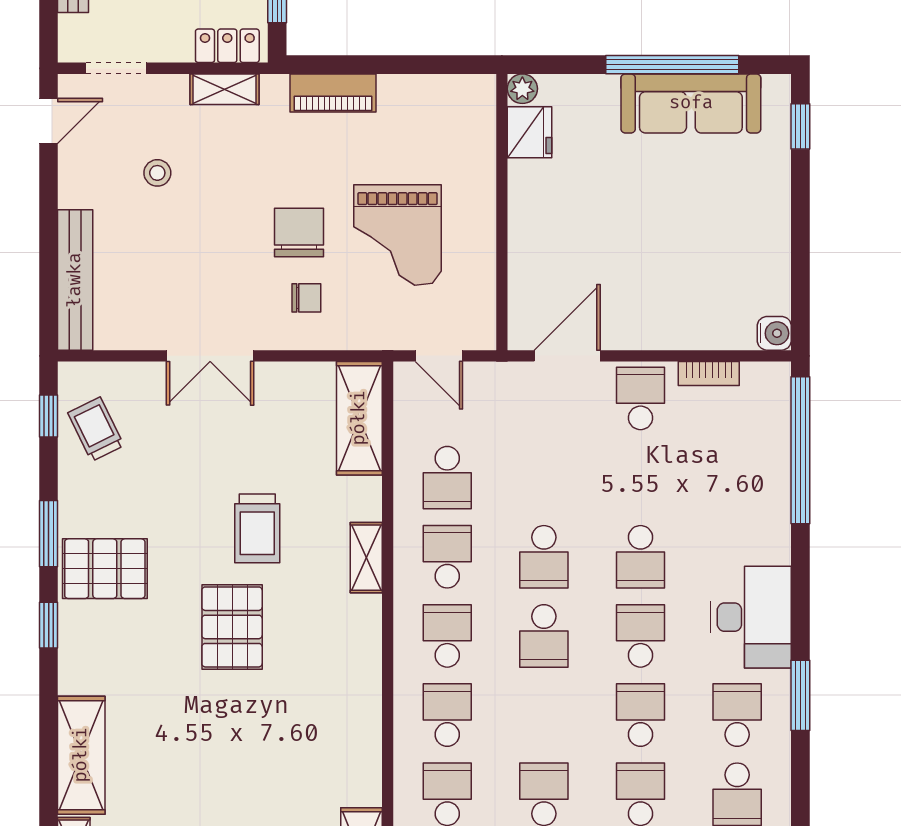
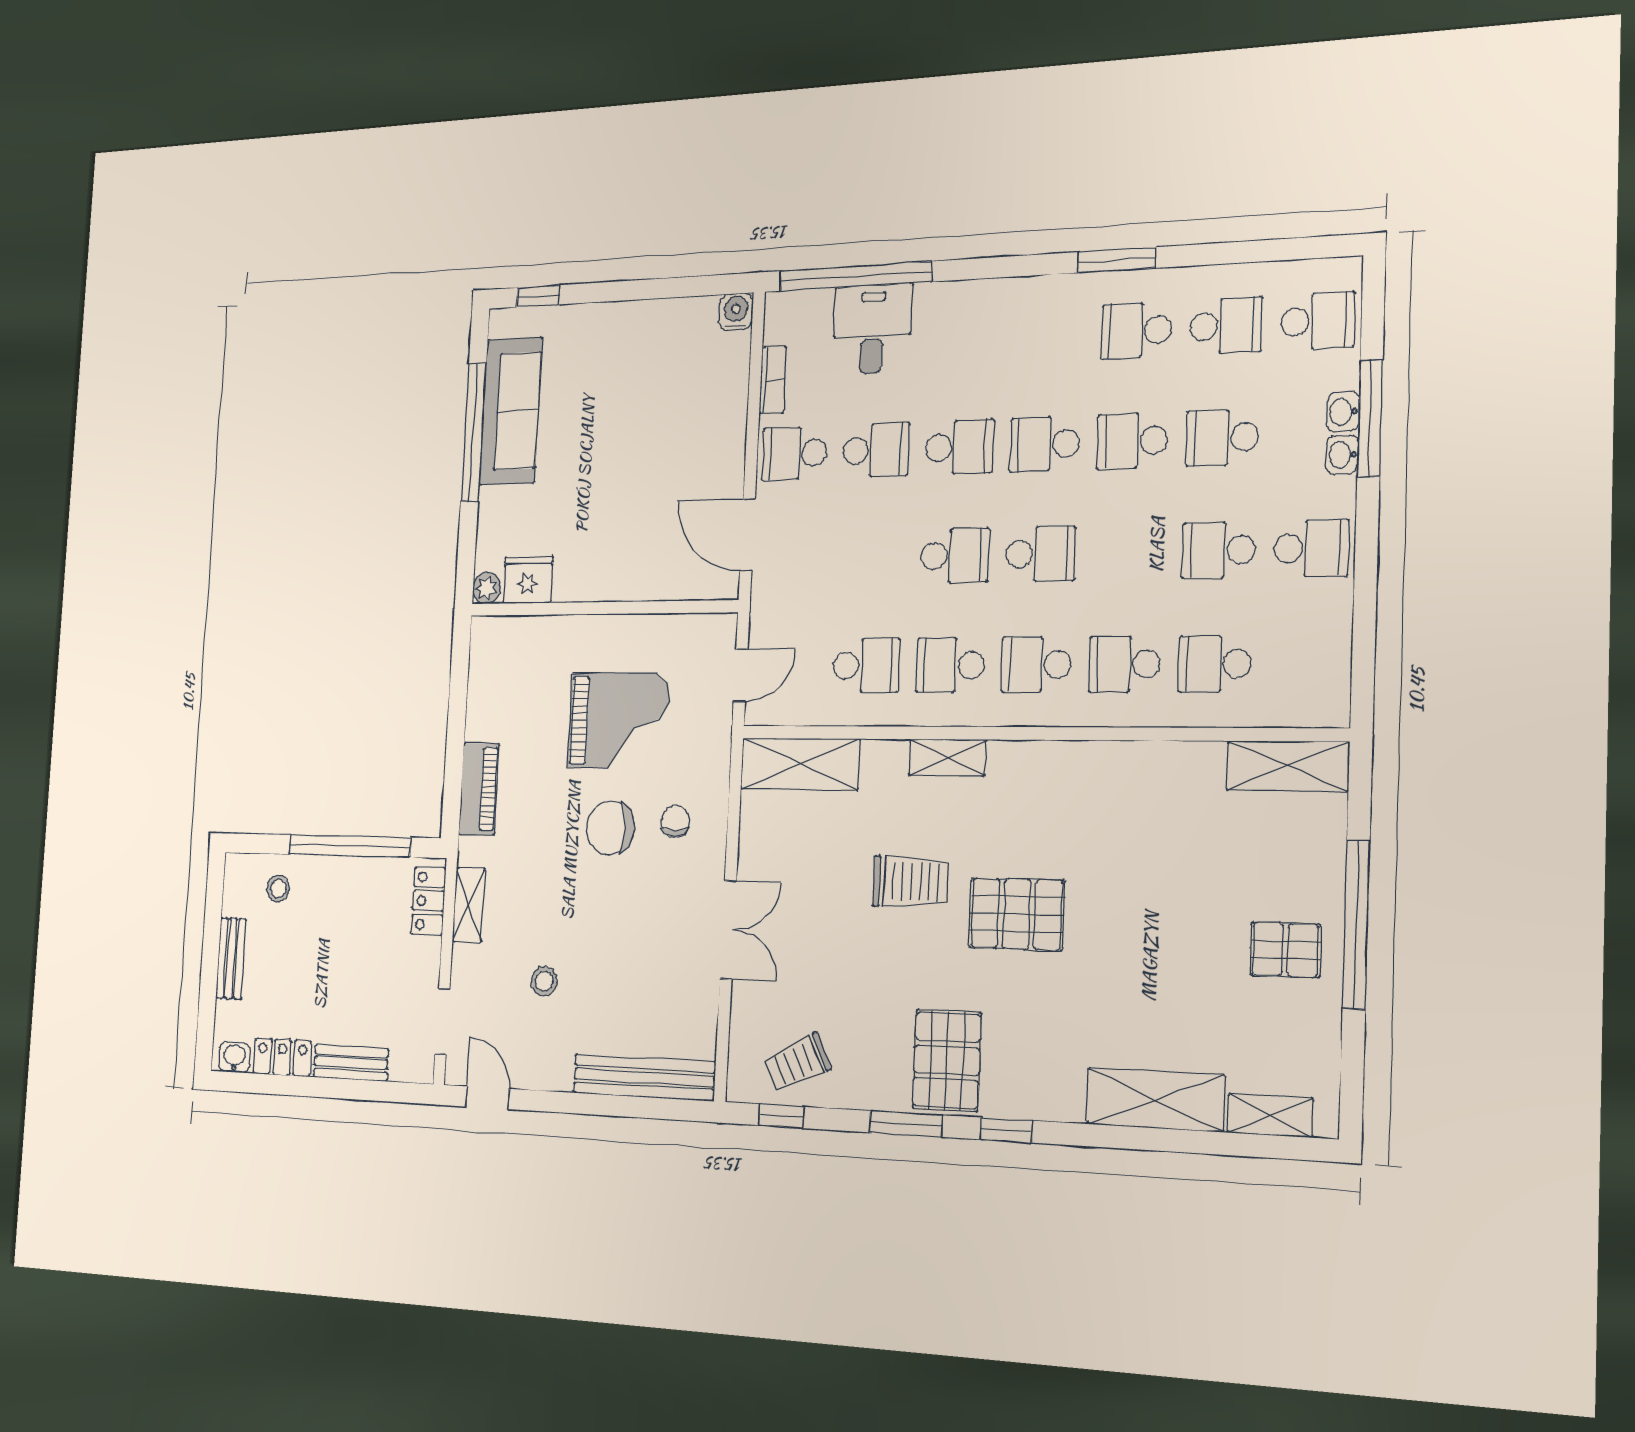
school desk: (641, 478) -> (876, 450), added
desk: (751, 617) -> (872, 329), moved, width x0.73

